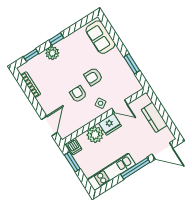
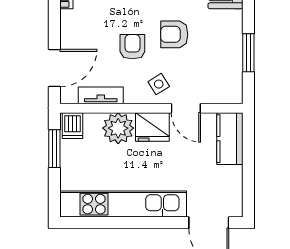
kitchen counter: (154, 117) -> (230, 139), moved
tv unit: (78, 125) -> (101, 95), added
window: (135, 168) -> (148, 223), removed
kitchen unit: (111, 172) -> (123, 204), width x1.36

